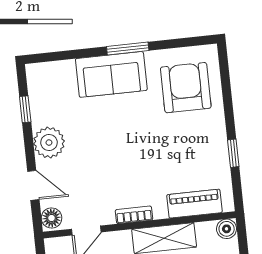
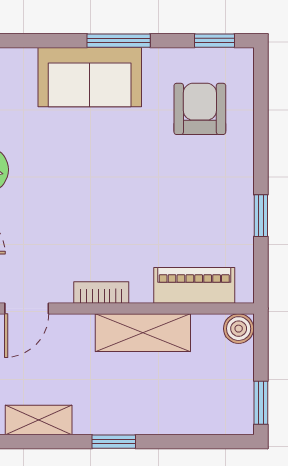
window: (191, 42) -> (214, 41), added
armchair: (186, 88) -> (200, 109), width x0.73, depth x0.73

